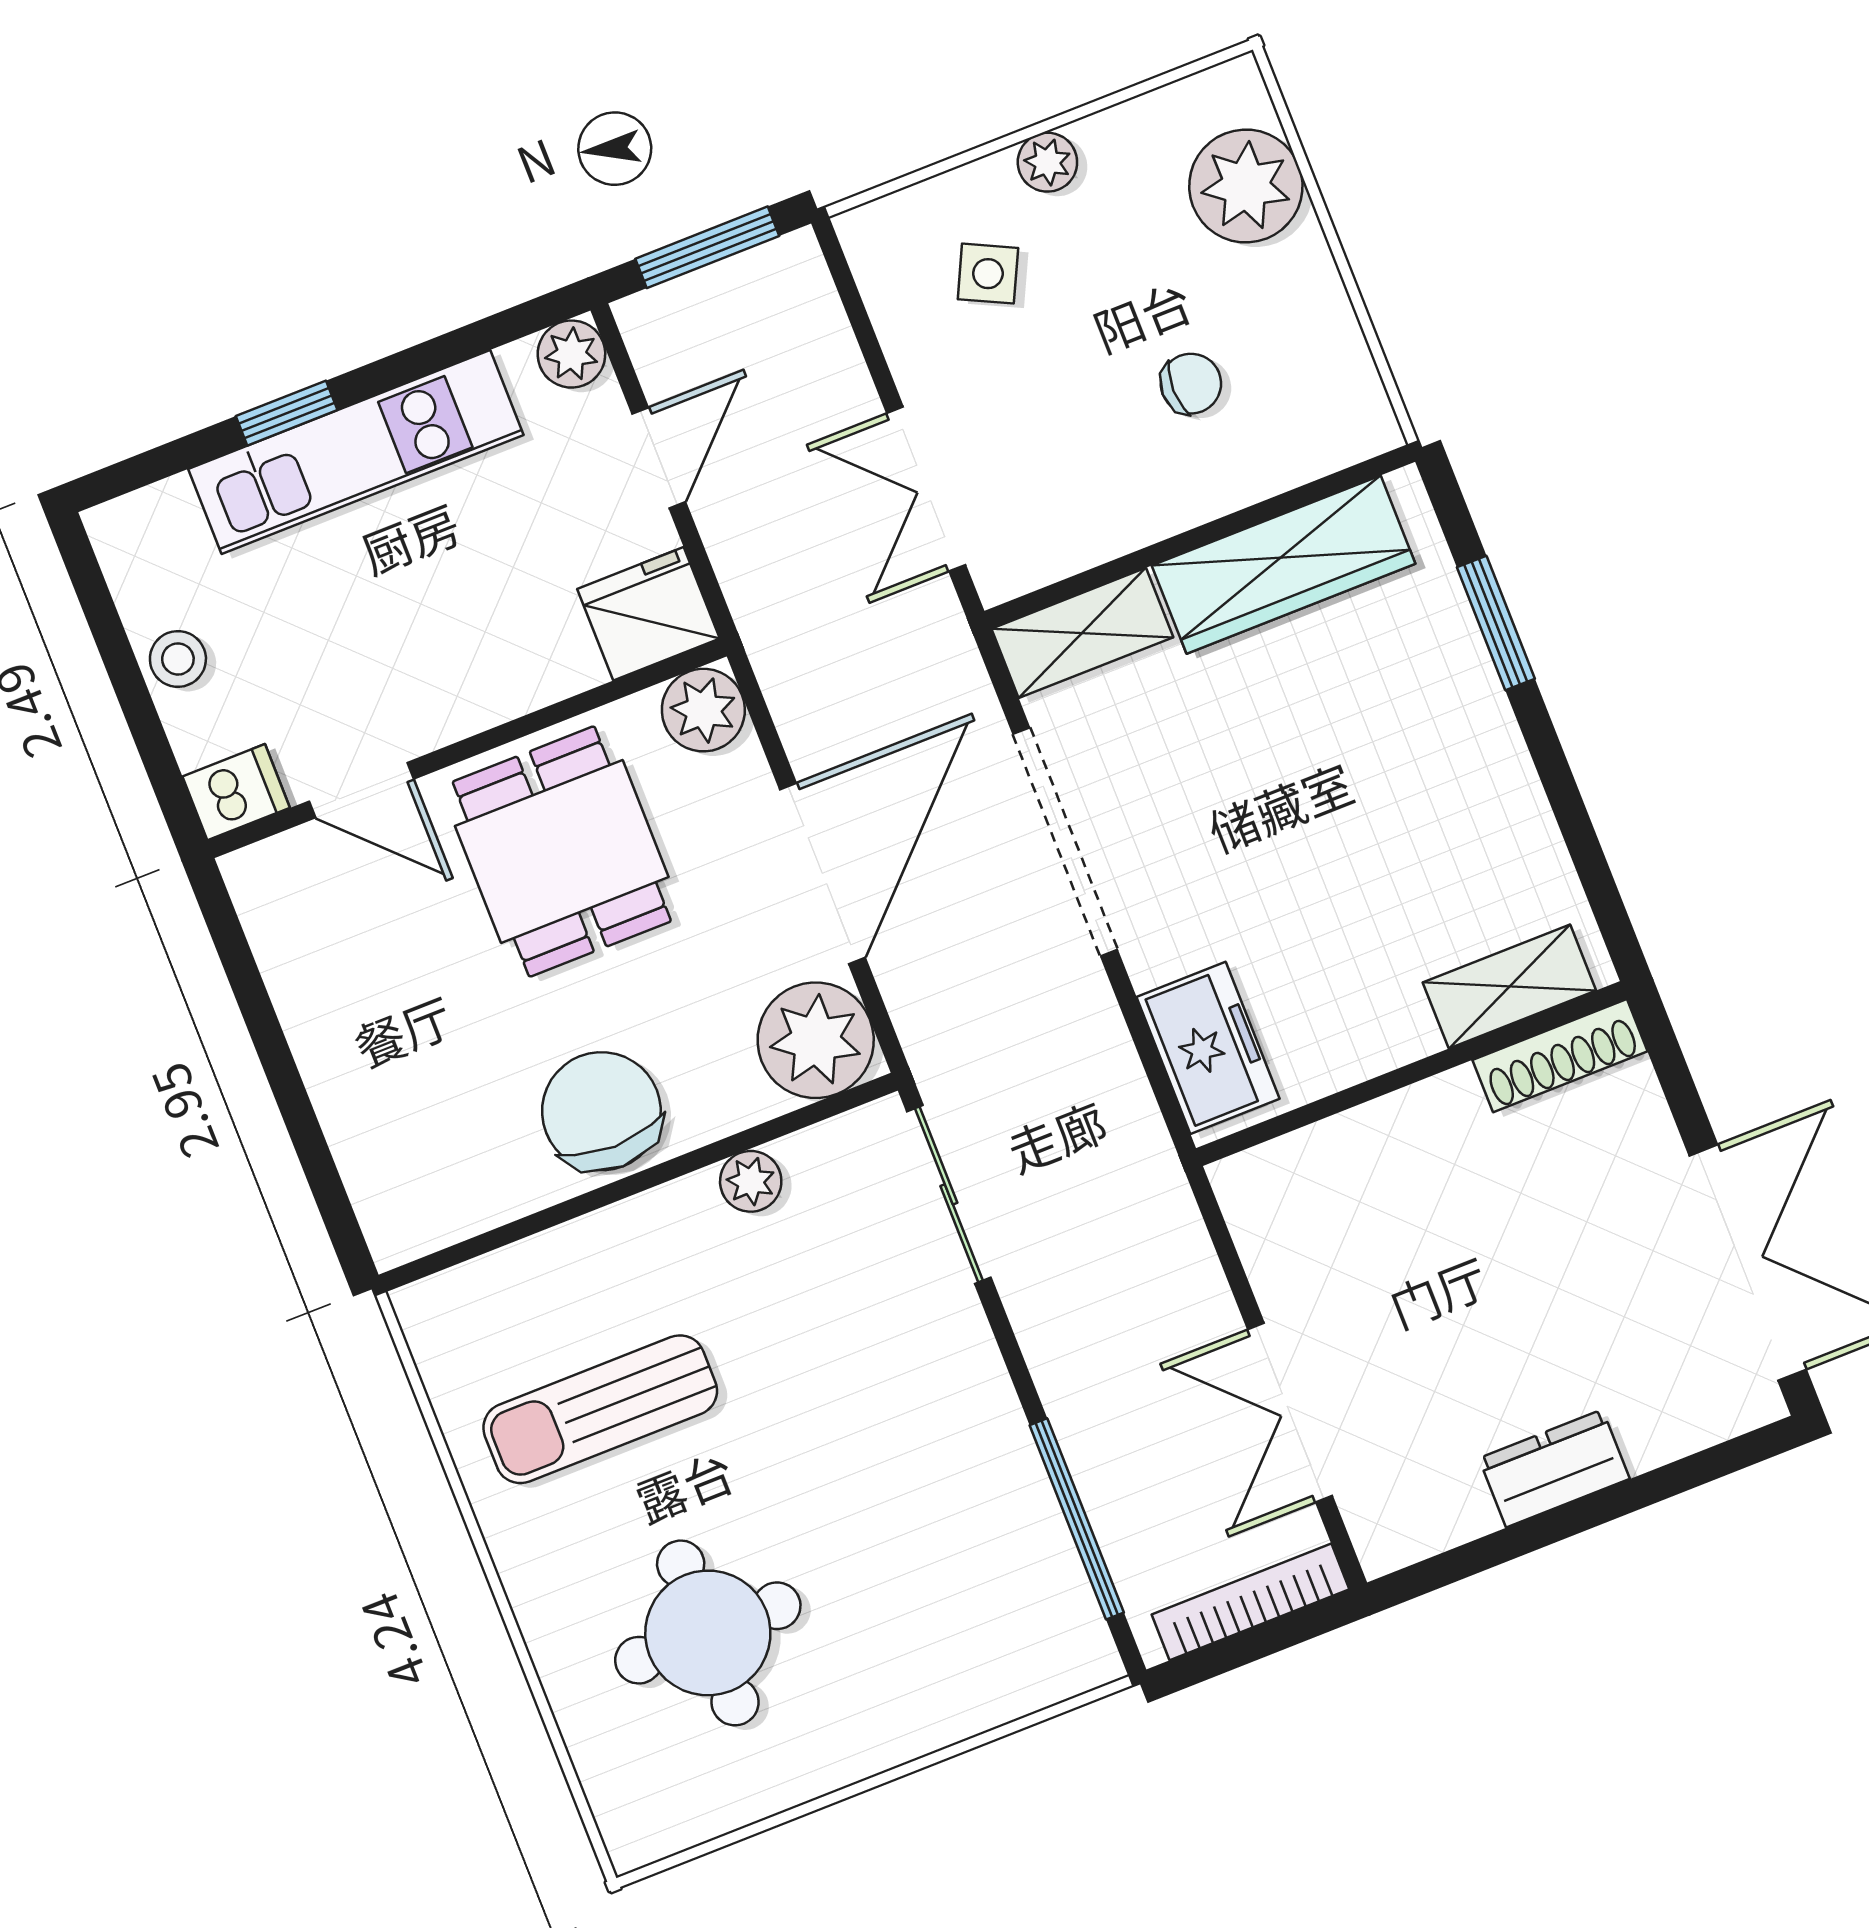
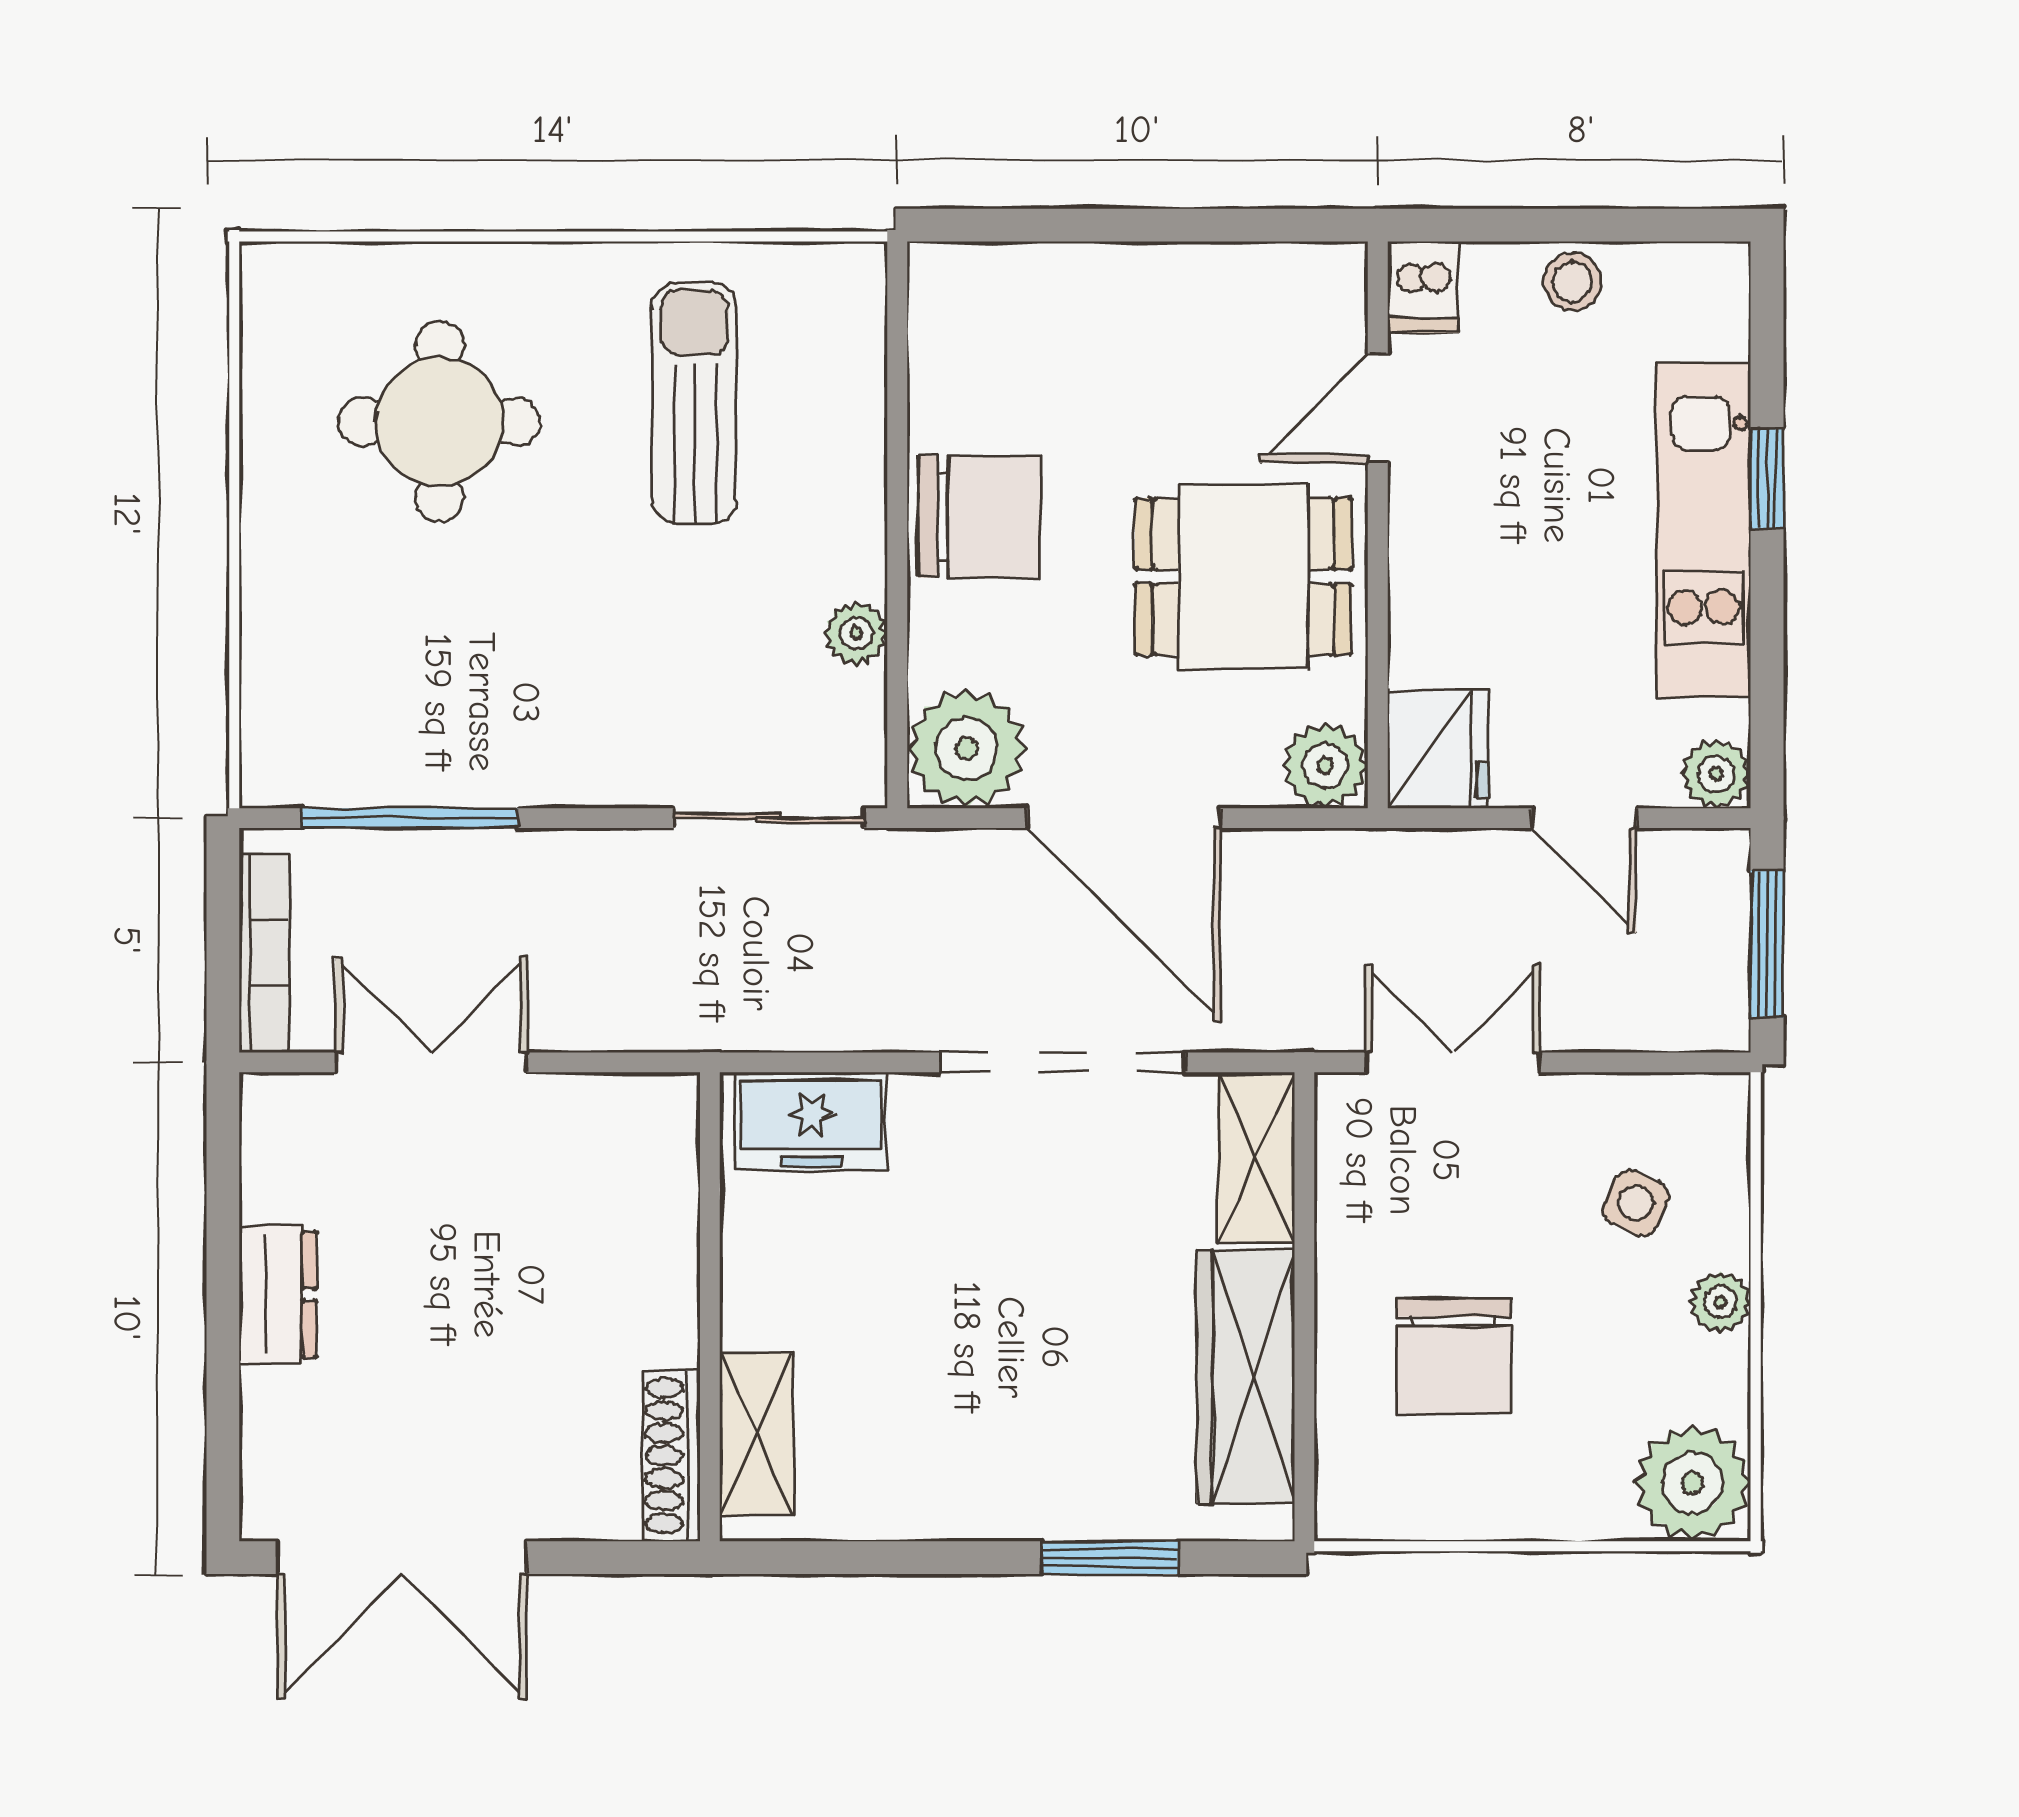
plant: (1246, 186) -> (1692, 1483), moved
chair: (1191, 384) -> (1454, 1356), width x1.87, depth x1.87

